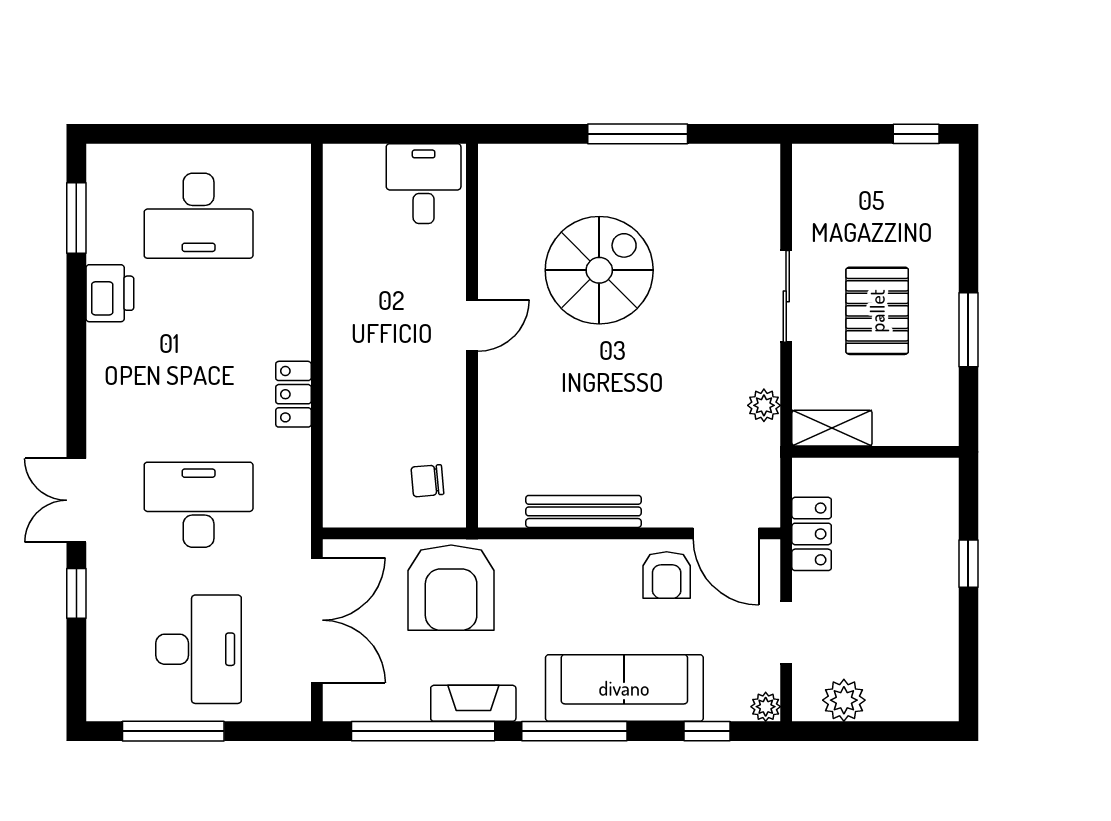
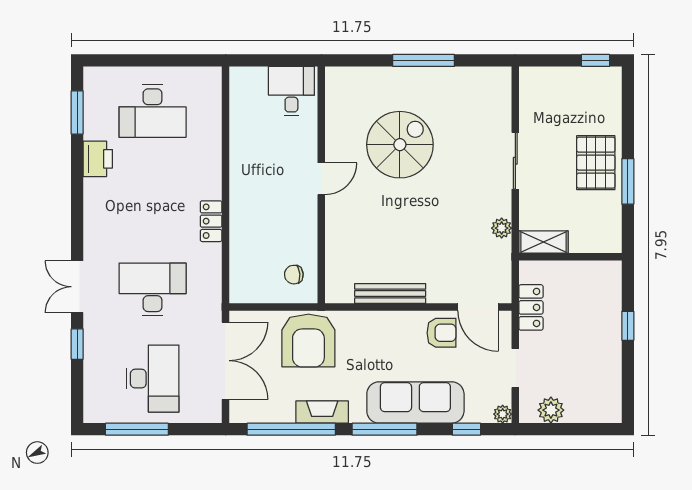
pallet: (877, 311) -> (596, 163), moved
armchair: (667, 575) -> (441, 333), turned -90

